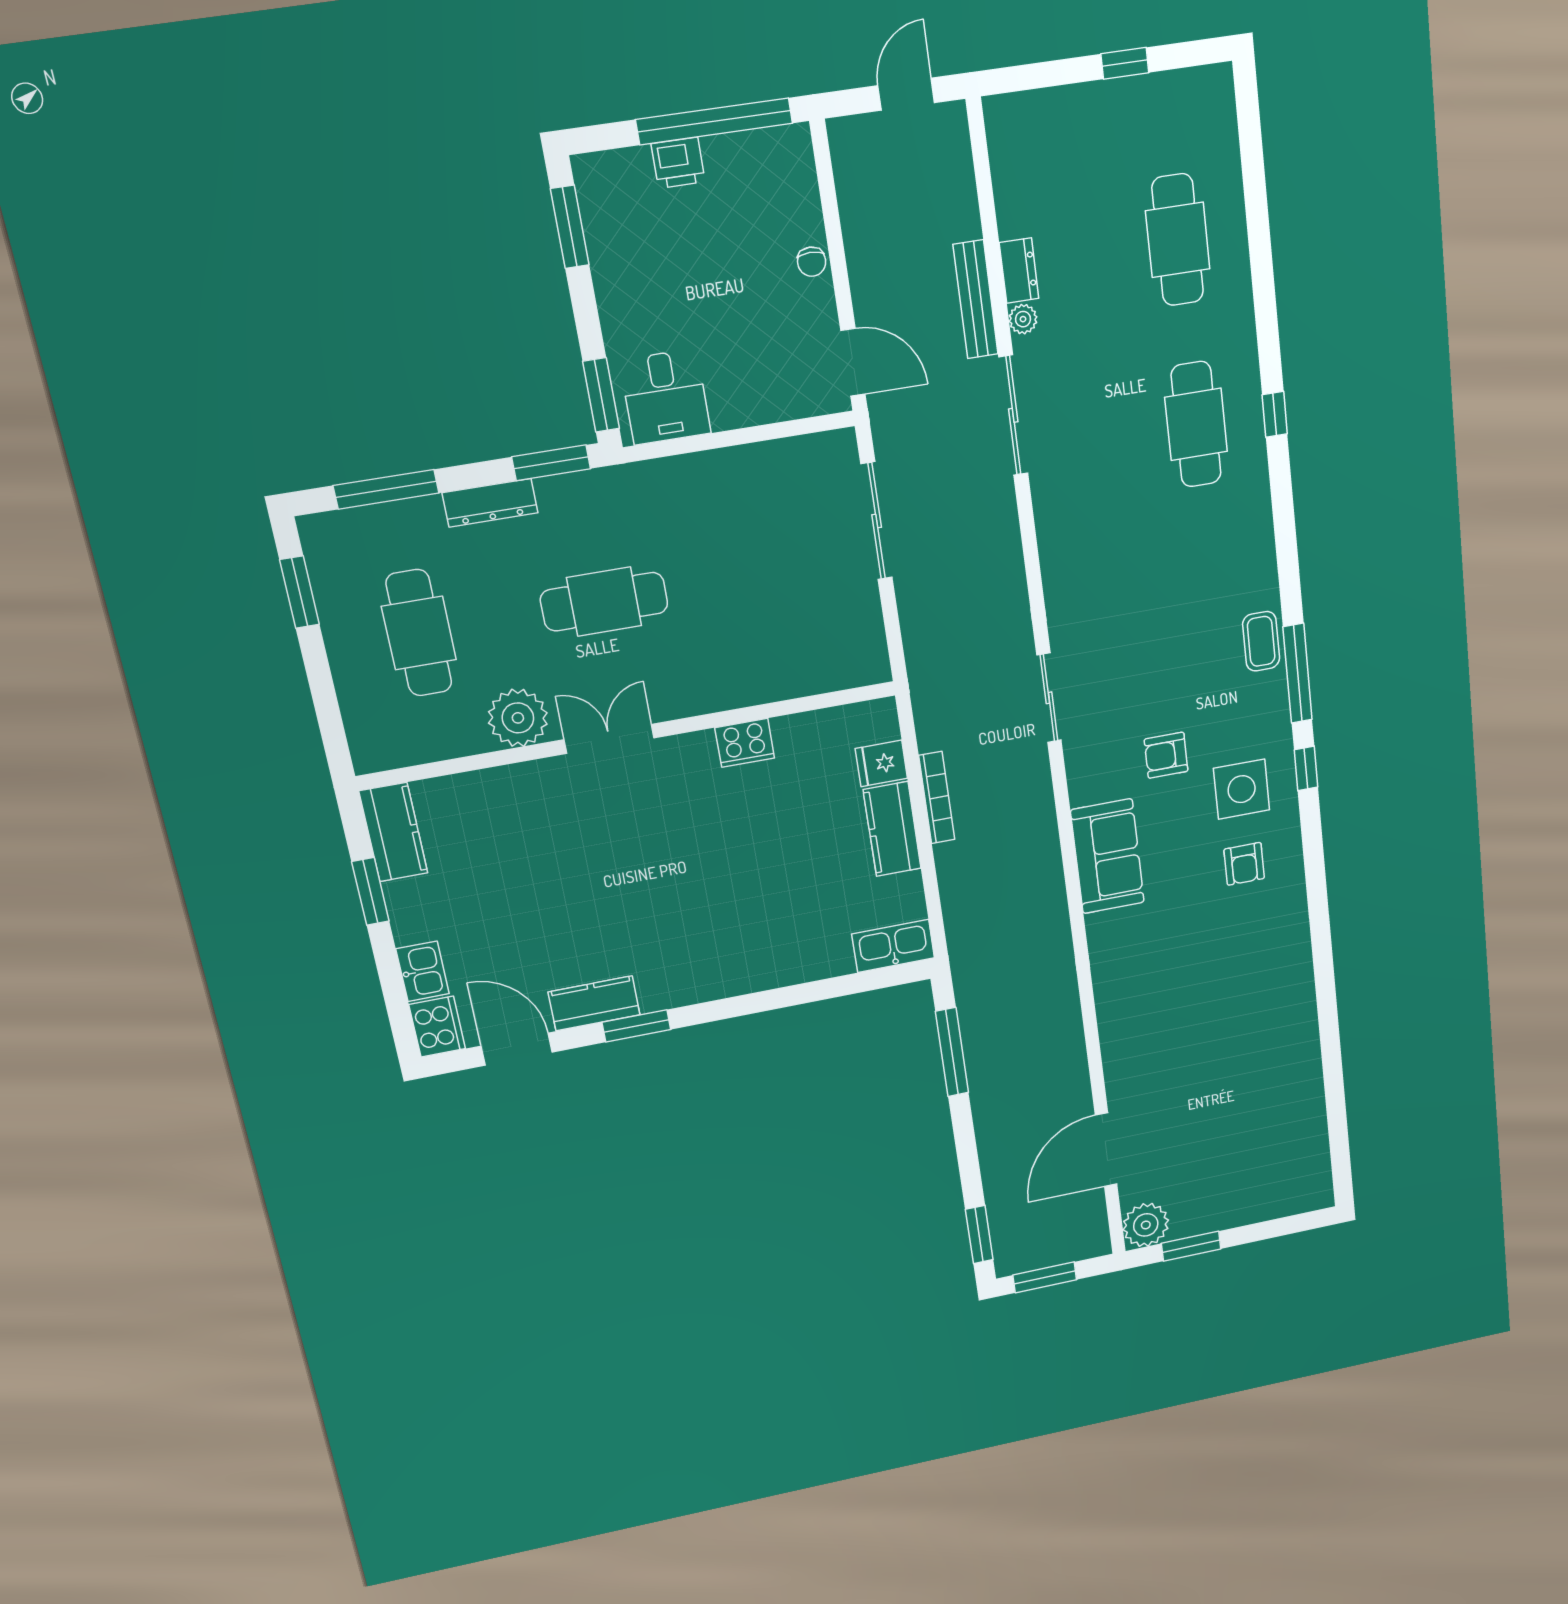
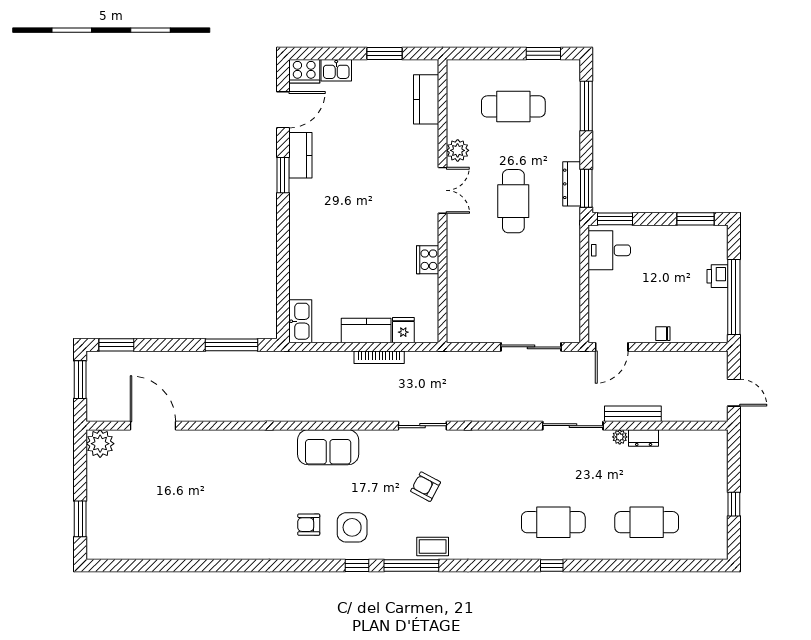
dresser: (490, 503) -> (572, 184), moved
plant: (518, 718) -> (458, 150), width x0.73, depth x0.73
armchair: (1166, 755) -> (426, 487), moved, turned -62
kitchen counter: (393, 832) -> (426, 99), moved, turned 90
window: (1191, 1246) -> (80, 519), moved

